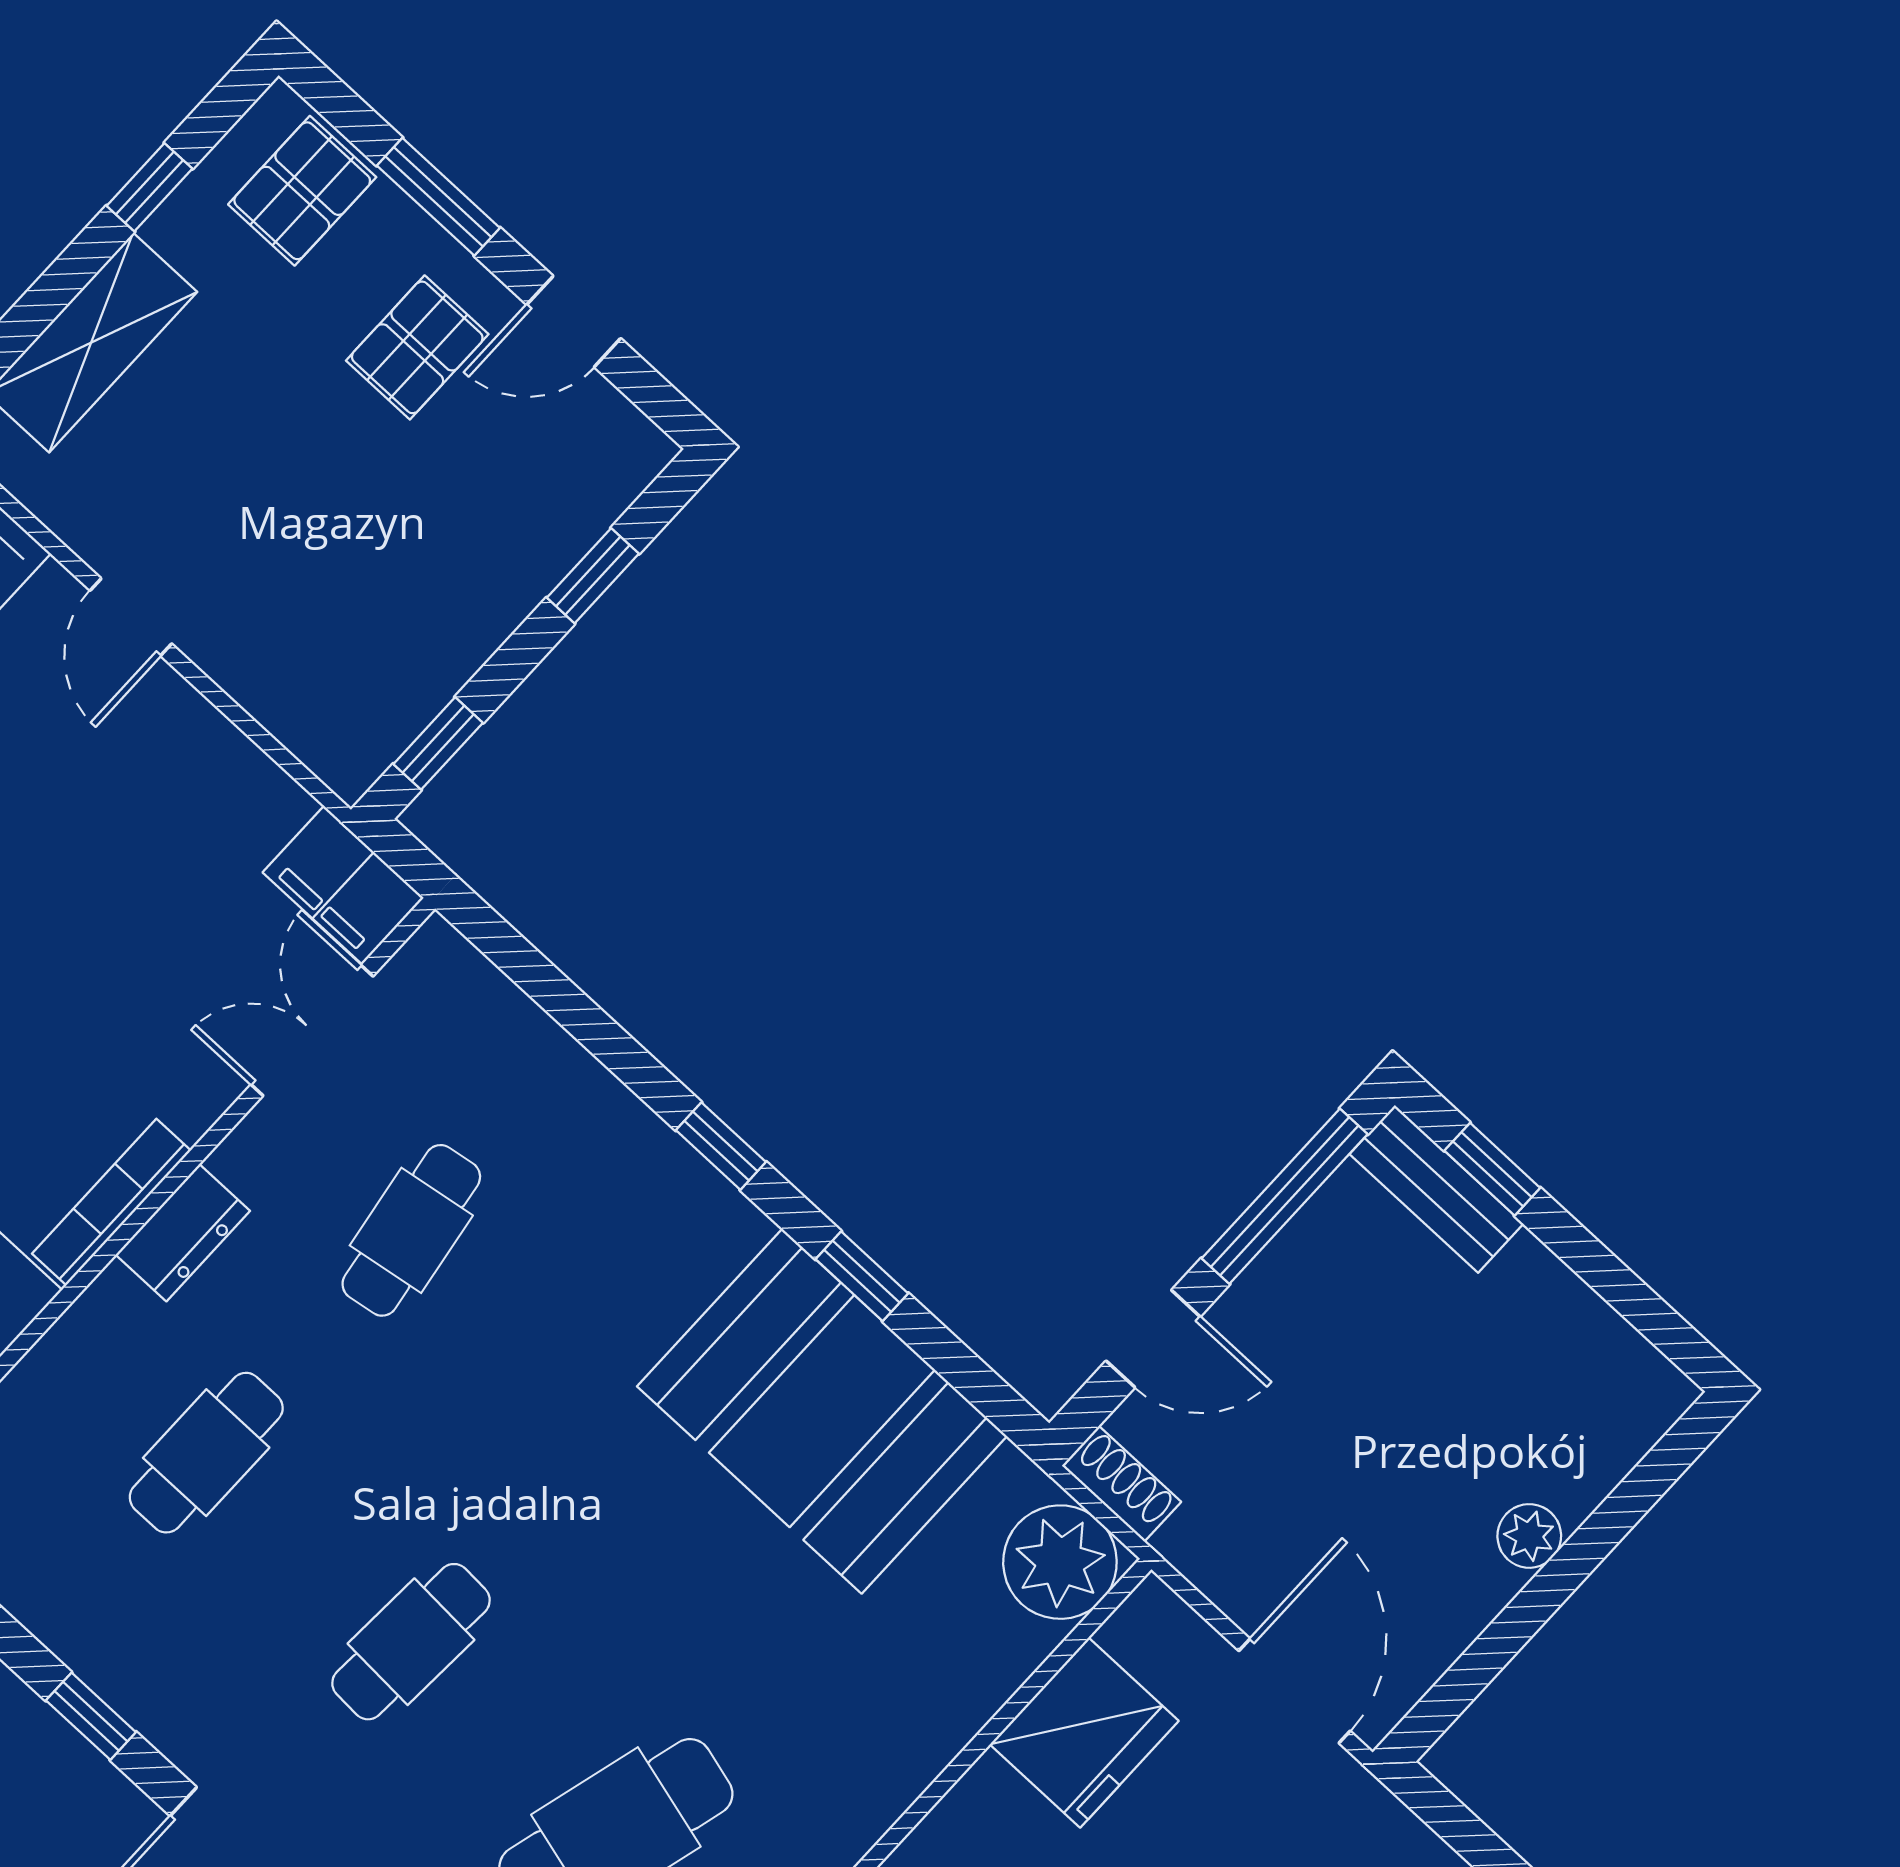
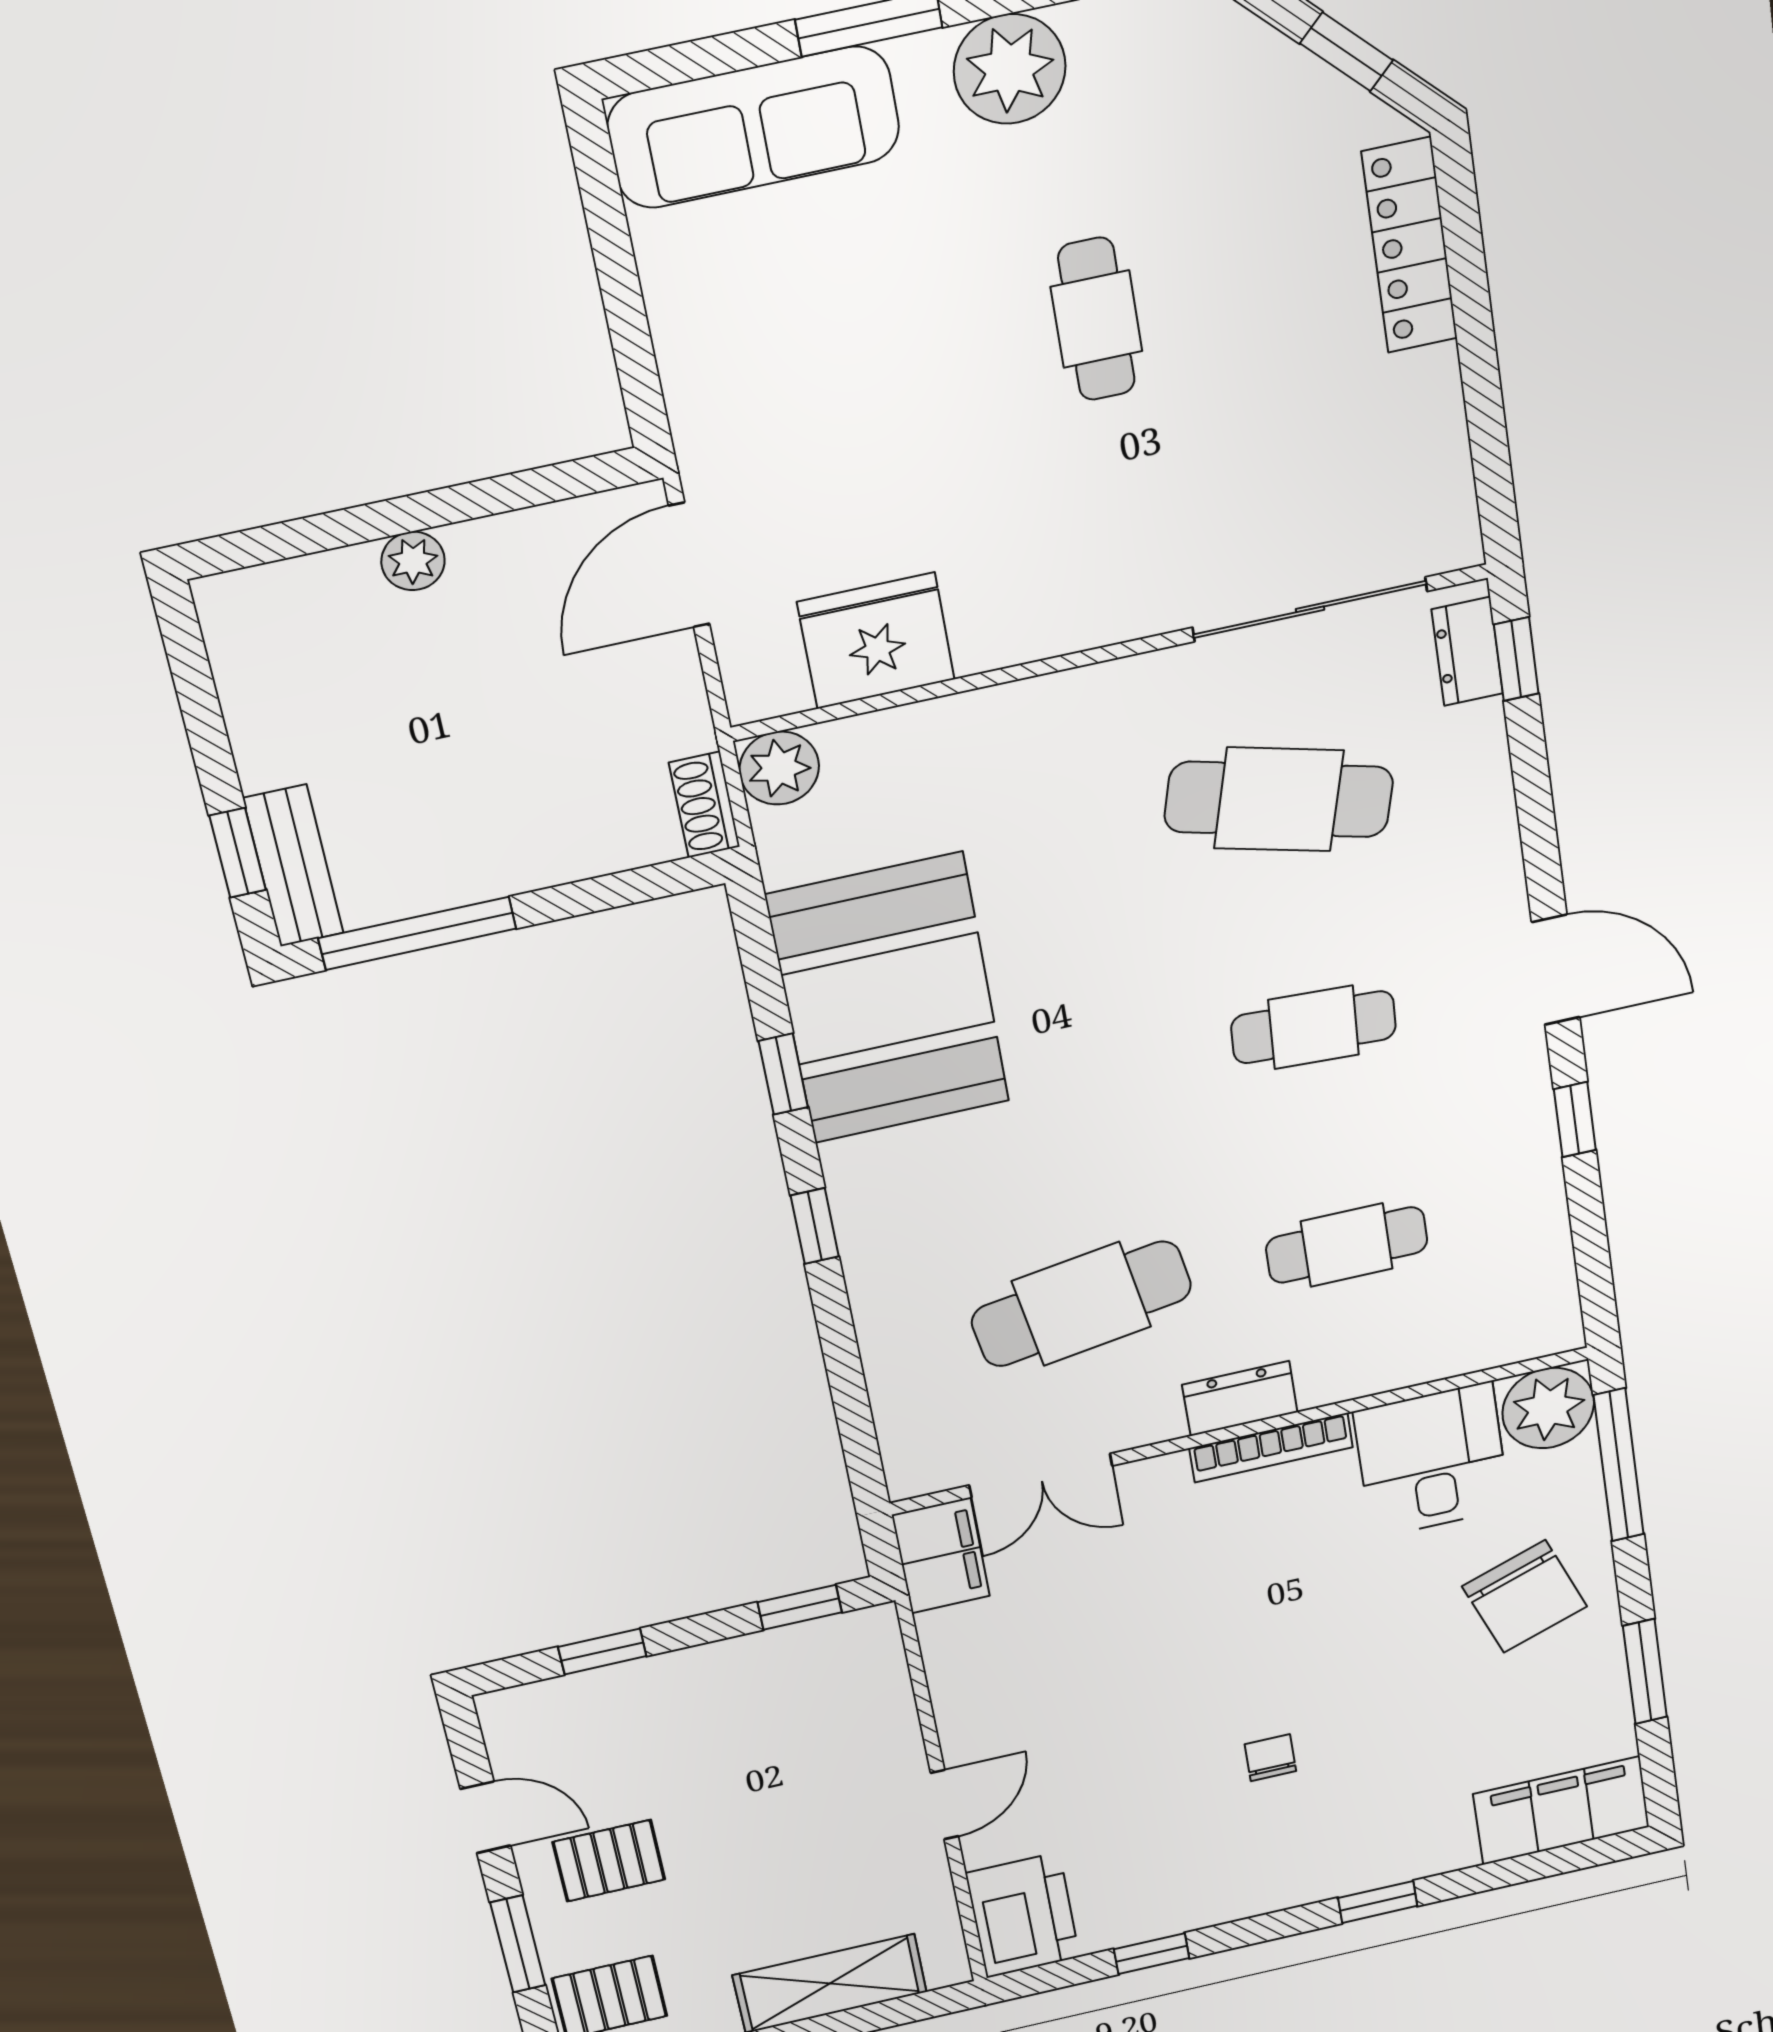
cafe table: (411, 1230) -> (1081, 1304), width x1.37, depth x1.35
door: (1153, 1339) -> (598, 894), removed
plant: (1060, 1562) -> (779, 768), width x0.73, depth x0.73

